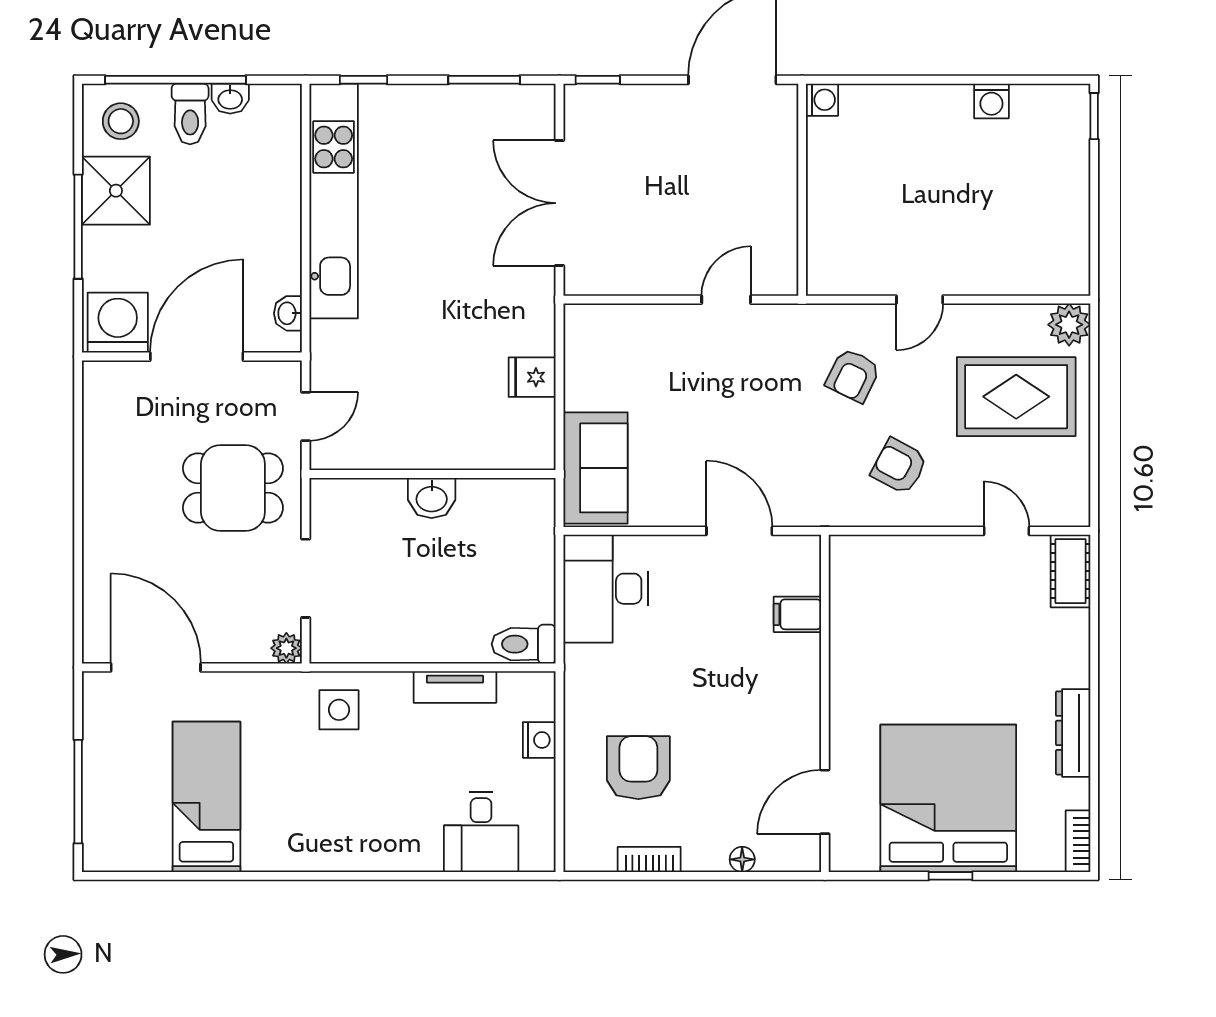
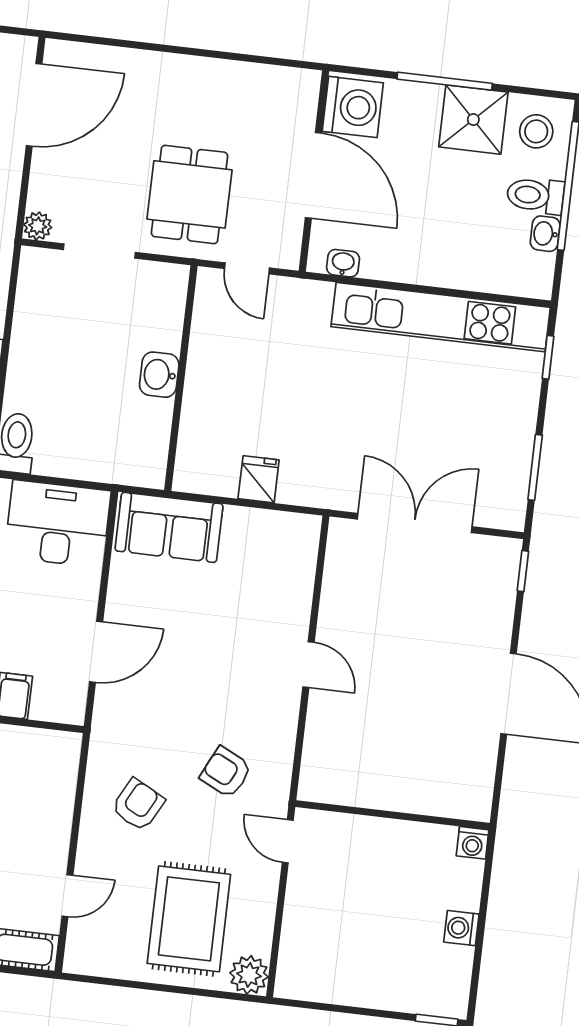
washing machine: (822, 100) -> (473, 843), moved
wall: (802, 190) -> (393, 815), moved

